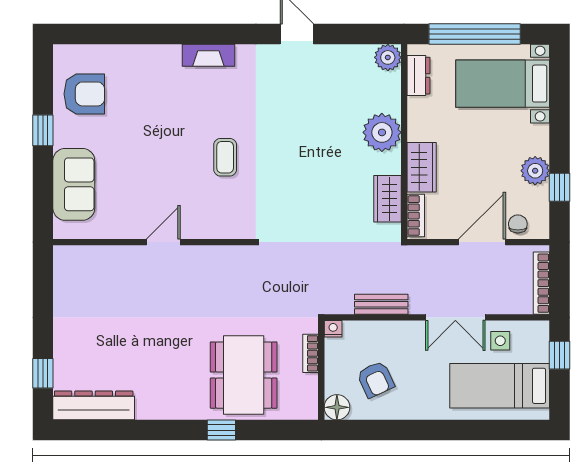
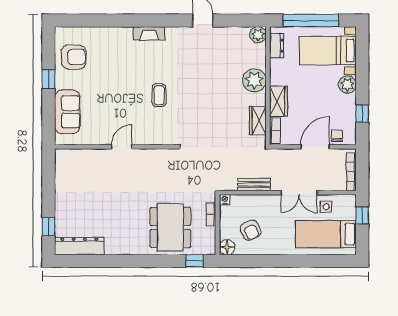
plant: (535, 171) -> (347, 85), moved
window: (221, 430) -> (194, 261), moved

